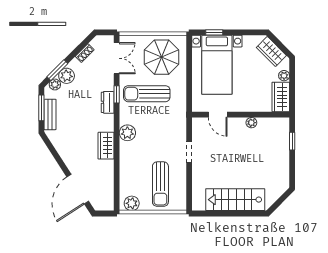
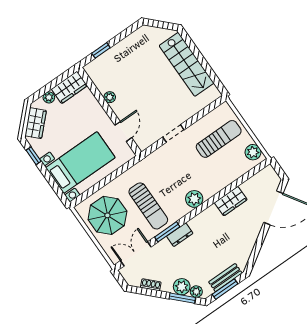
window: (214, 32) -> (34, 156), moved
window: (117, 94) -> (167, 232), width x1.50
wardrobe: (106, 146) -> (231, 201), moved

